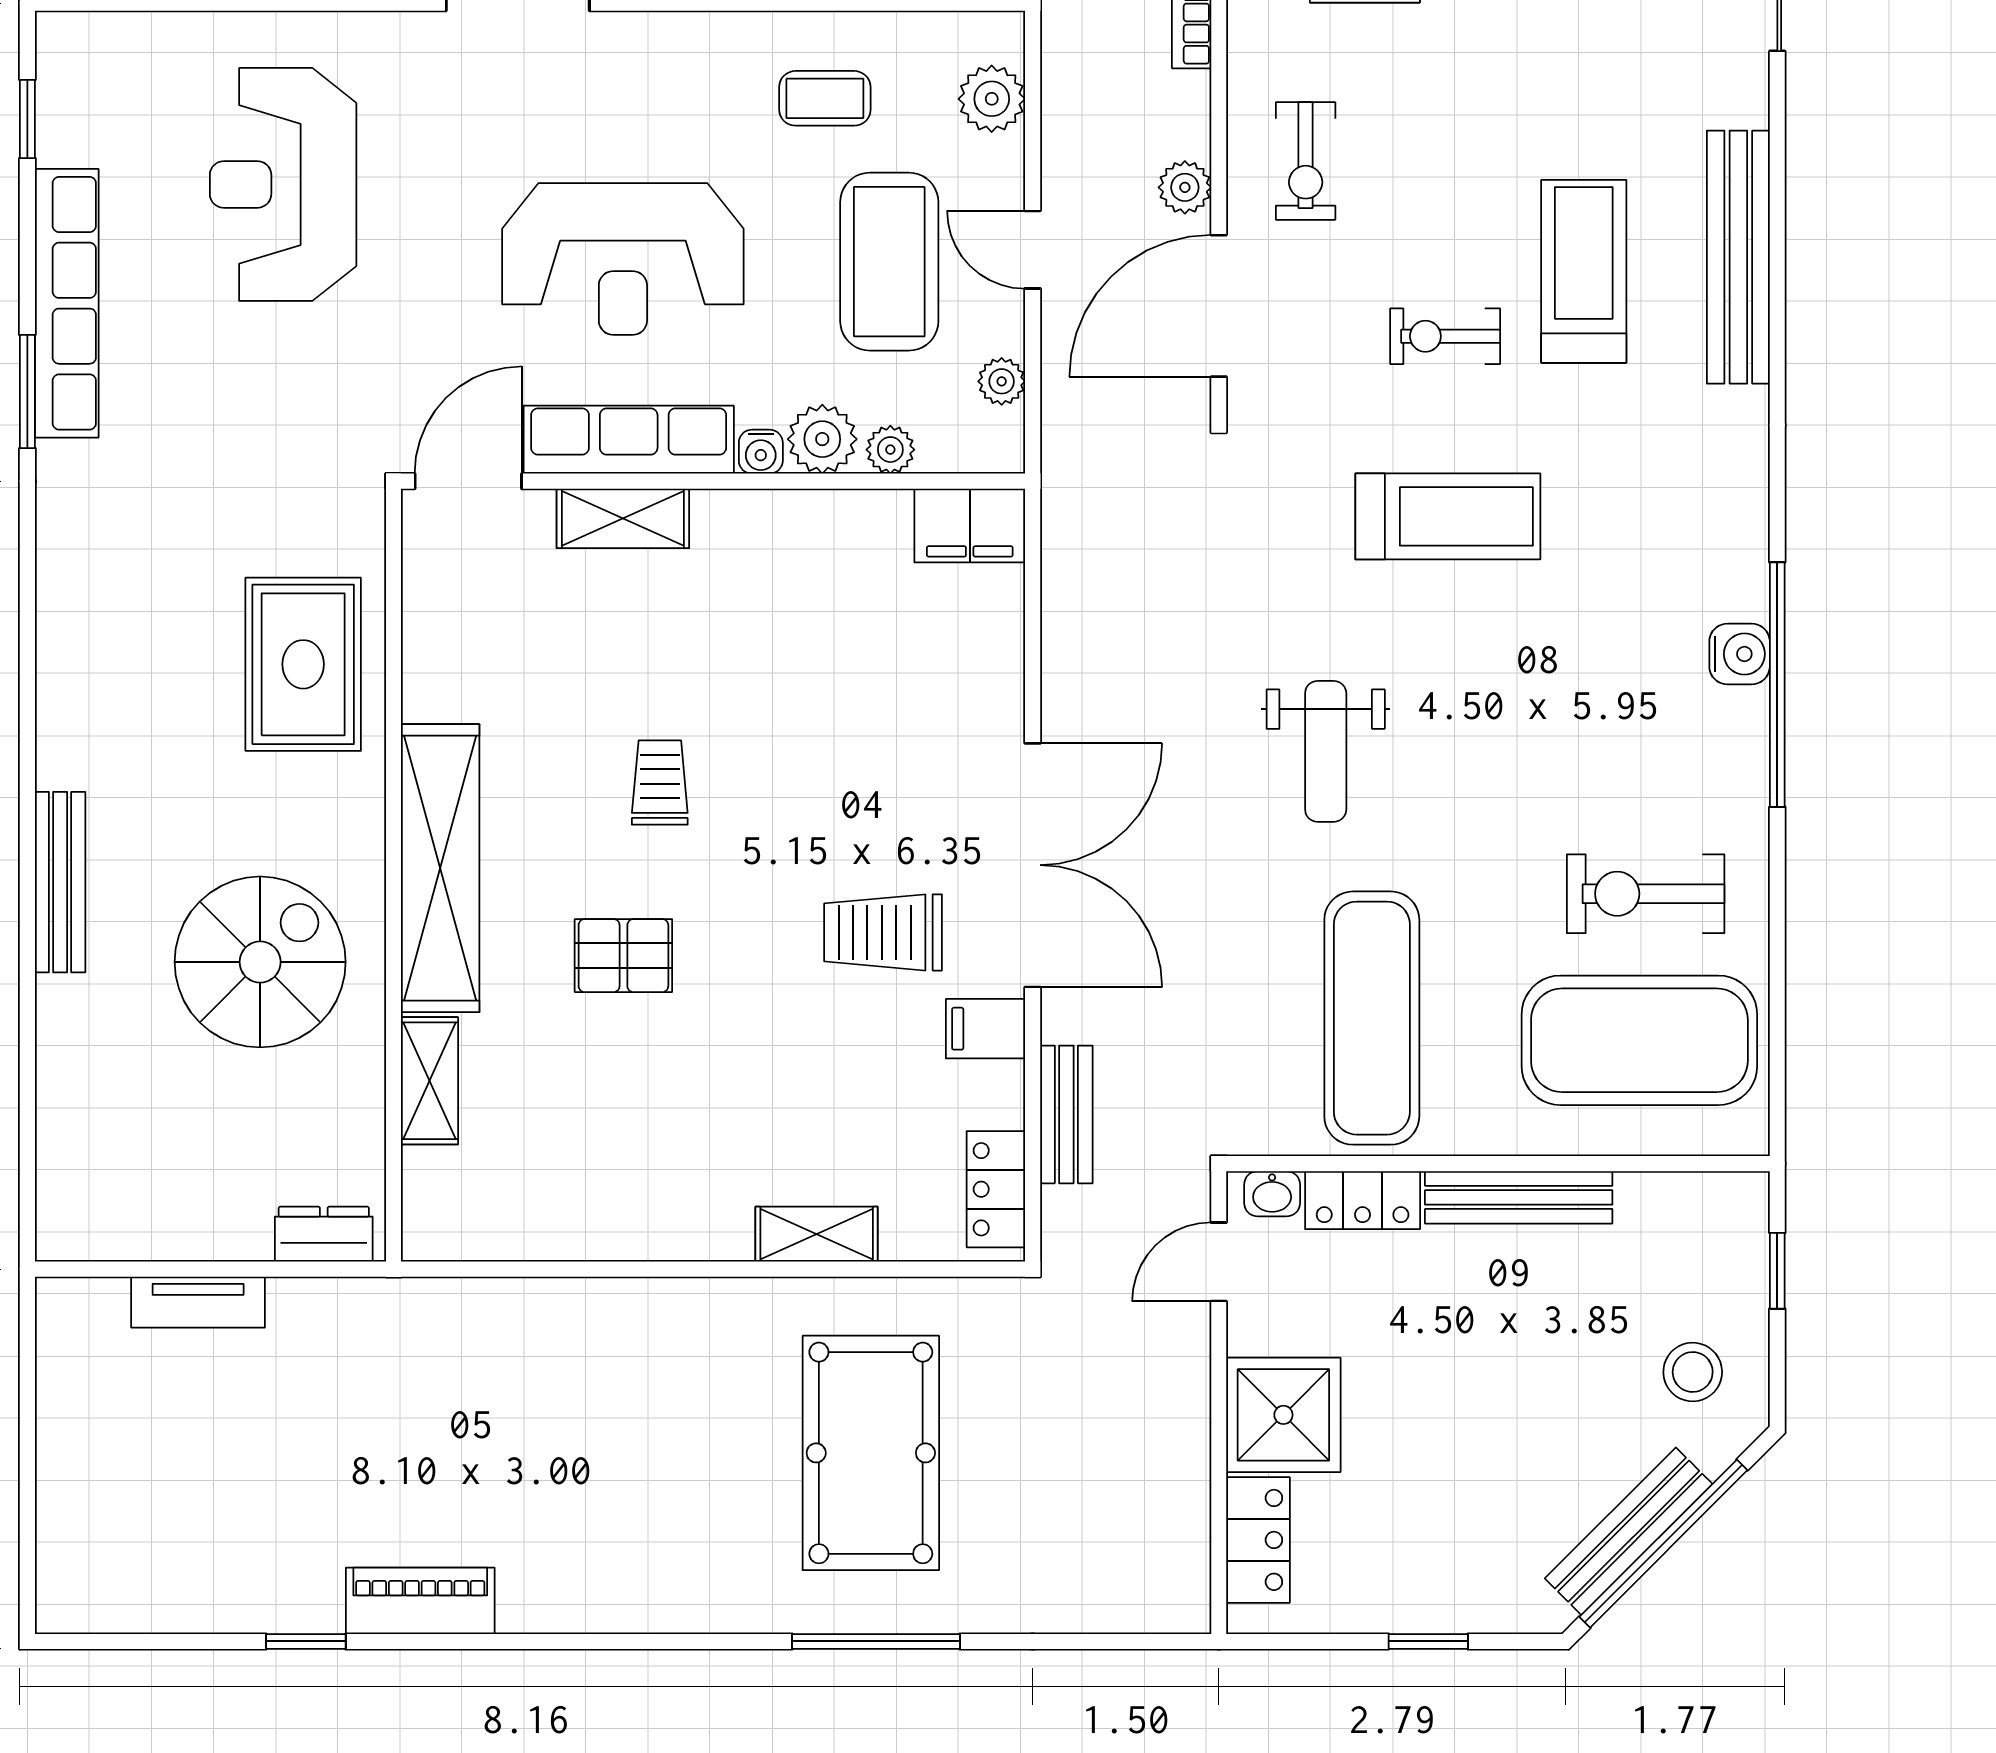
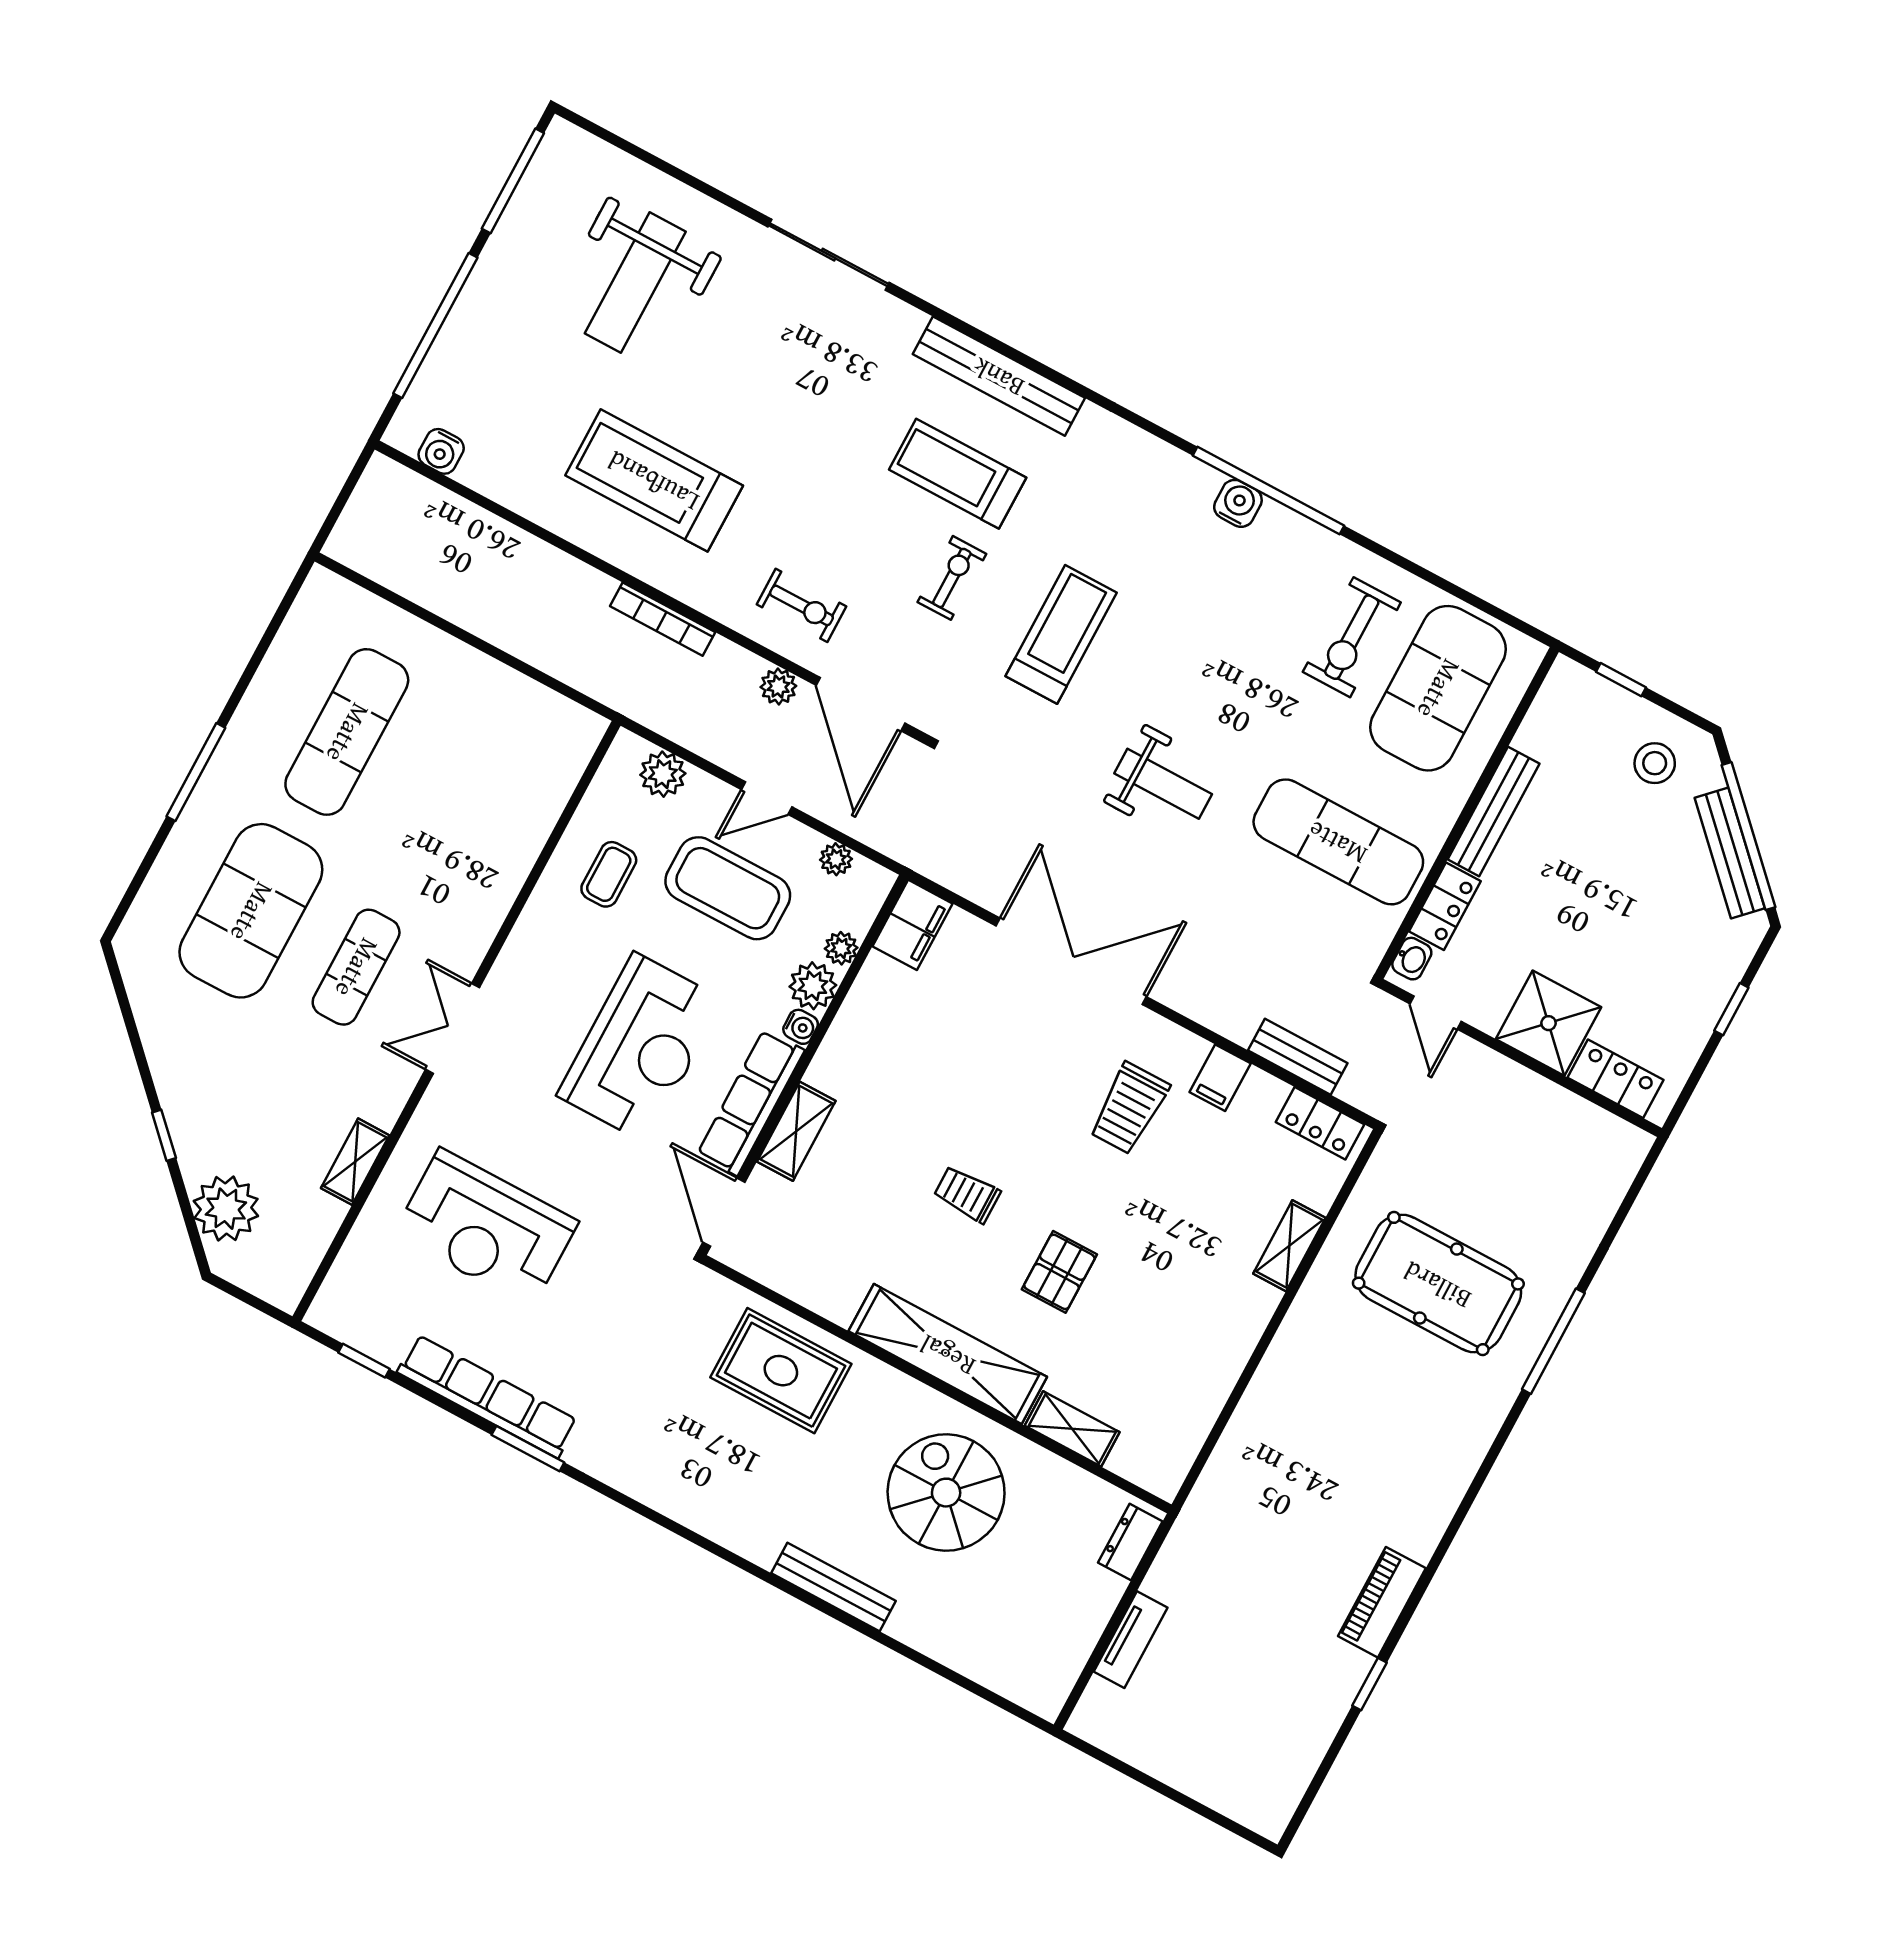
exercise bike: (1445, 336) -> (952, 578), turned 180
double door: (1033, 865) -> (1071, 961), moved

